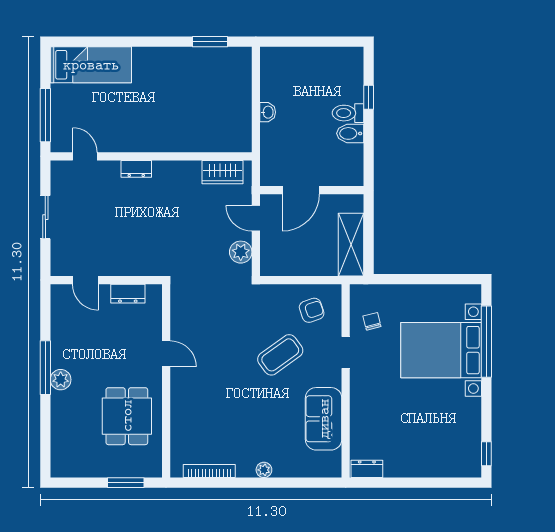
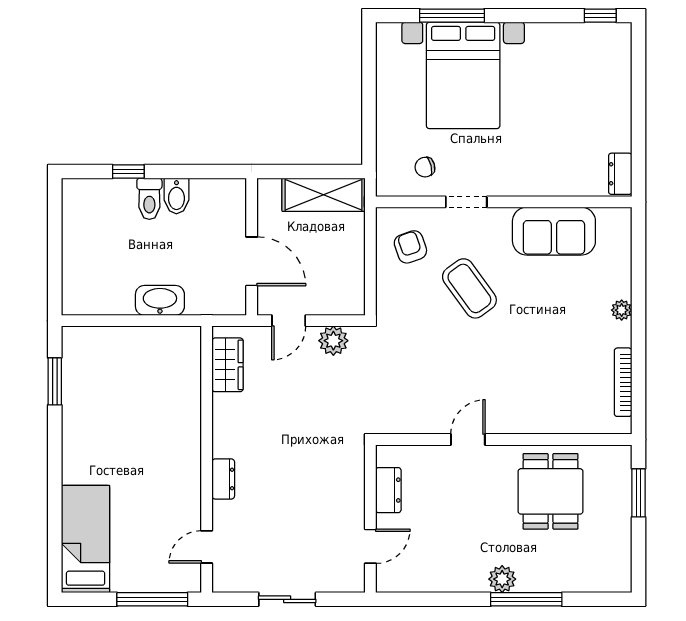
washbasin: (268, 112) -> (160, 300), width x1.91, depth x1.45
window: (486, 342) -> (452, 16), width x0.68
window: (45, 368) -> (526, 599), moved
dining table: (127, 416) -> (551, 491), turned 90

